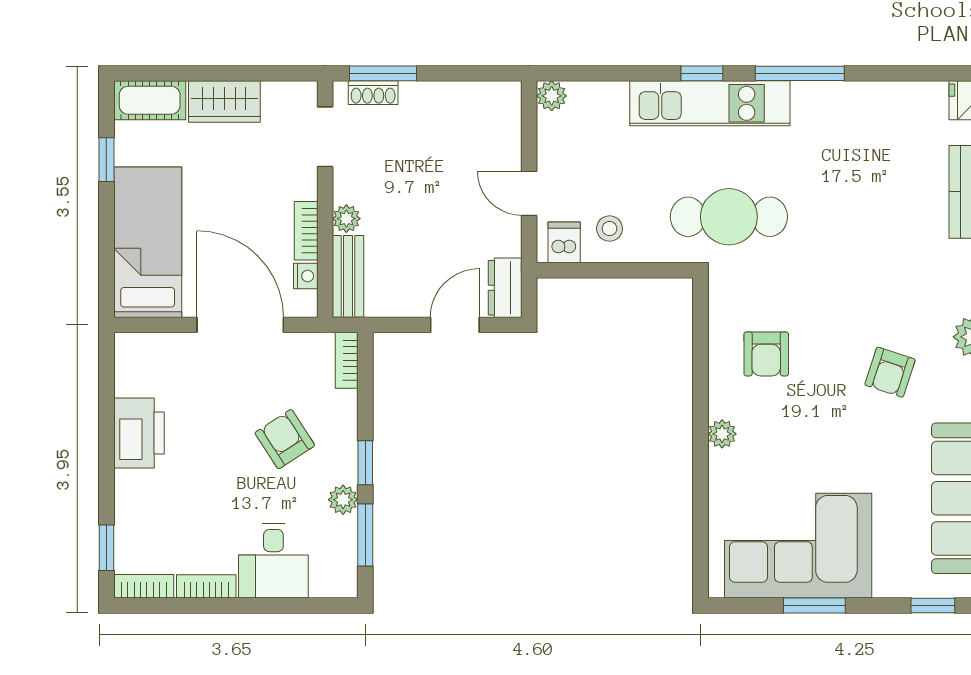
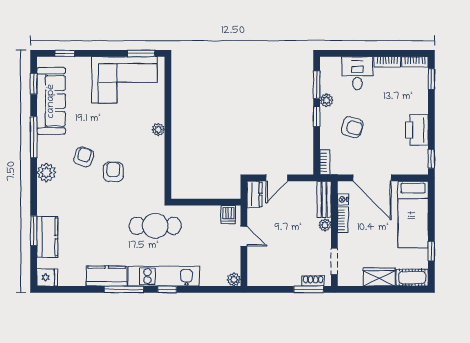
kitchen counter: (838, 104) -> (107, 276), added
stool: (610, 229) -> (208, 221), removed
armchair: (766, 354) -> (113, 172), moved
window: (106, 368) -> (431, 159), added
armchair: (285, 439) -> (352, 127), turned -41
window: (814, 606) -> (141, 53), moved

